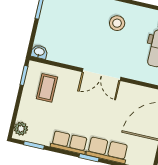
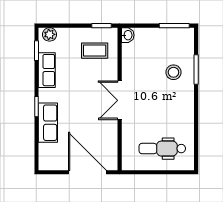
stool: (117, 23) -> (173, 72), moved
row of seats: (69, 143) -> (47, 70), moved

